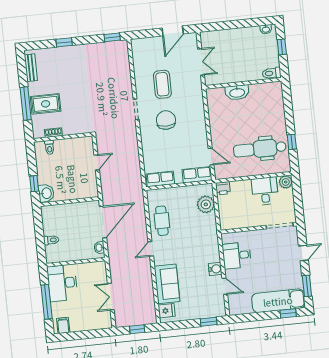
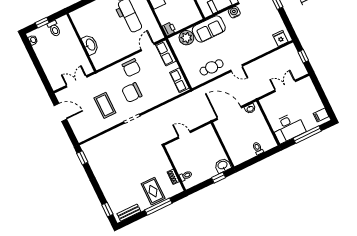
window: (64, 42) -> (107, 210), moved
toilet: (272, 73) -> (54, 29), moved
coffee table: (162, 84) -> (105, 105), turned 90
chair: (194, 130) -> (131, 68), added
sofa: (167, 284) -> (209, 29), moved, turned 180
double door: (111, 297) -> (285, 86), swing flipped

